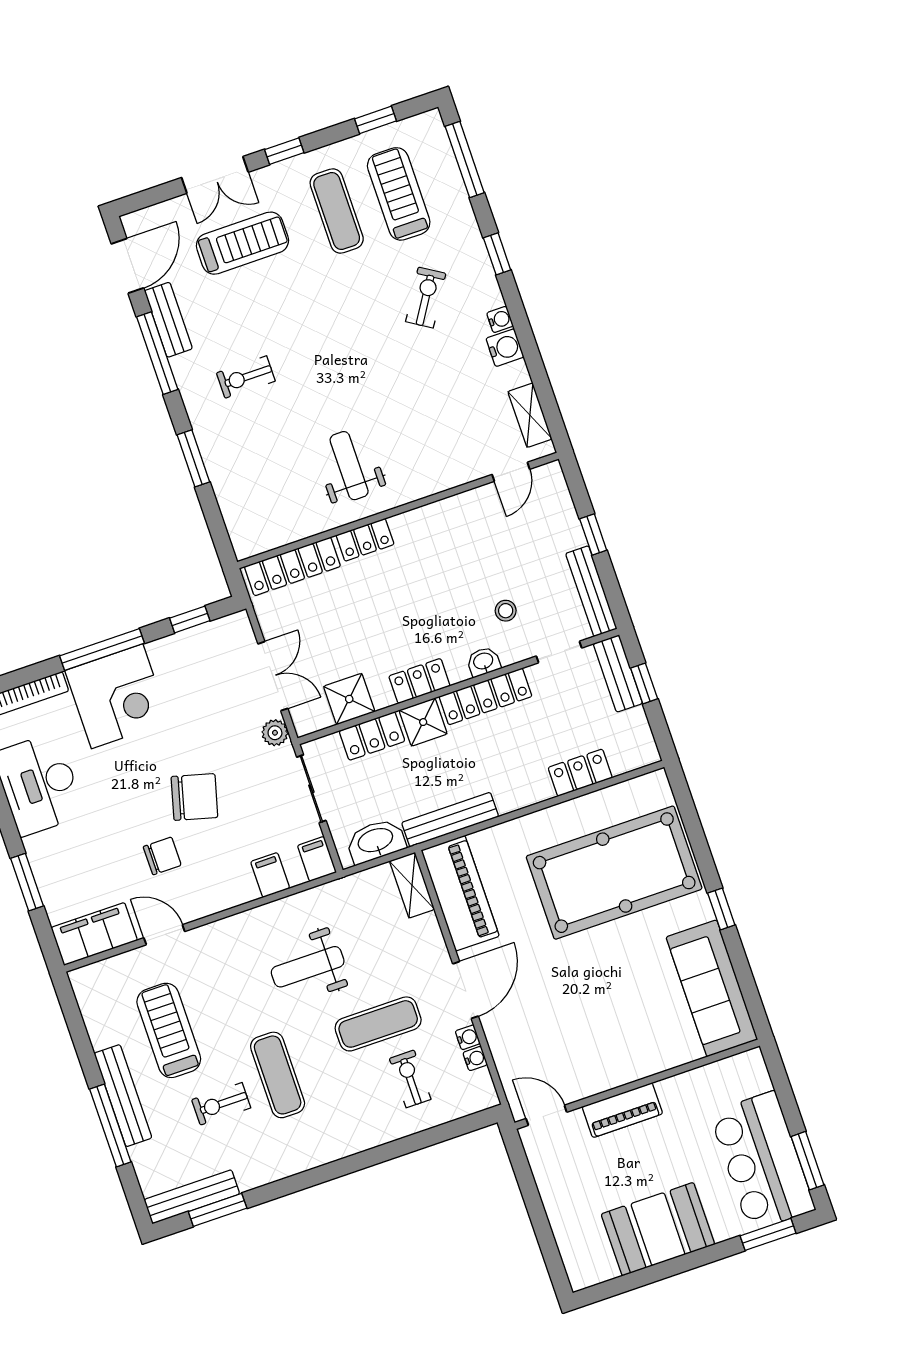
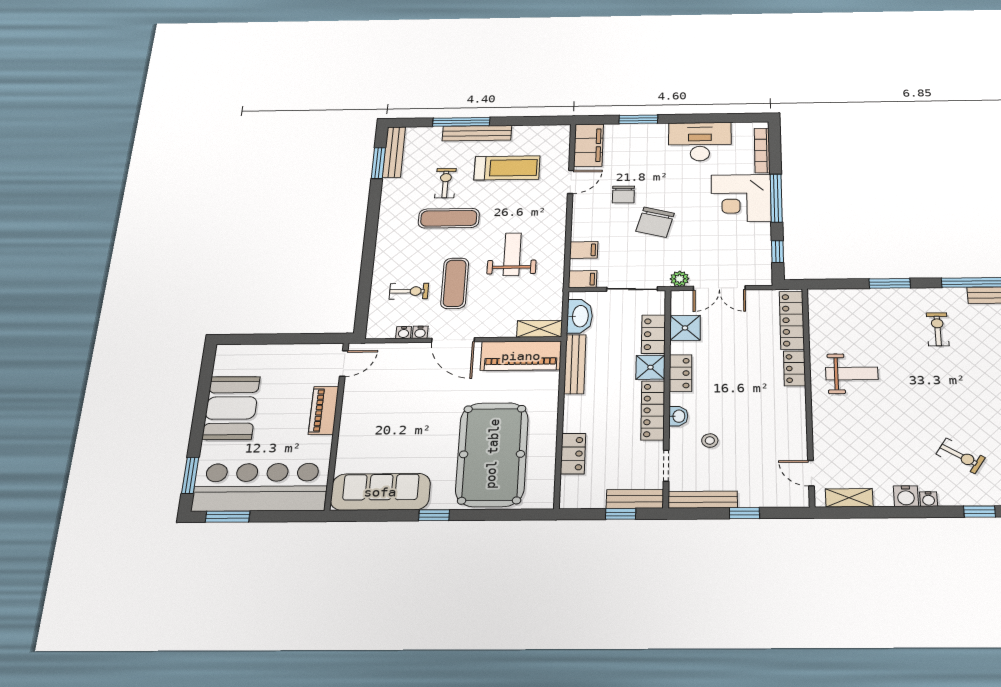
bar counter: (762, 1161) -> (260, 487), width x1.36

